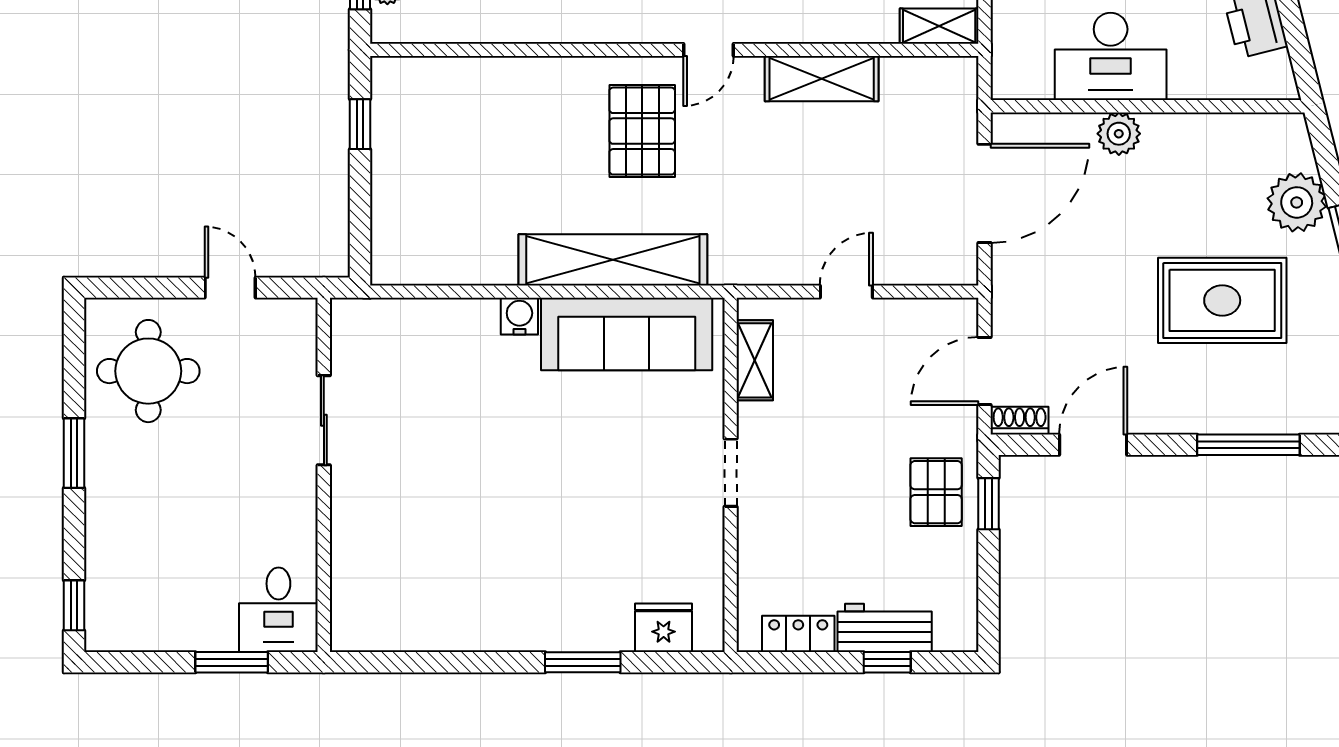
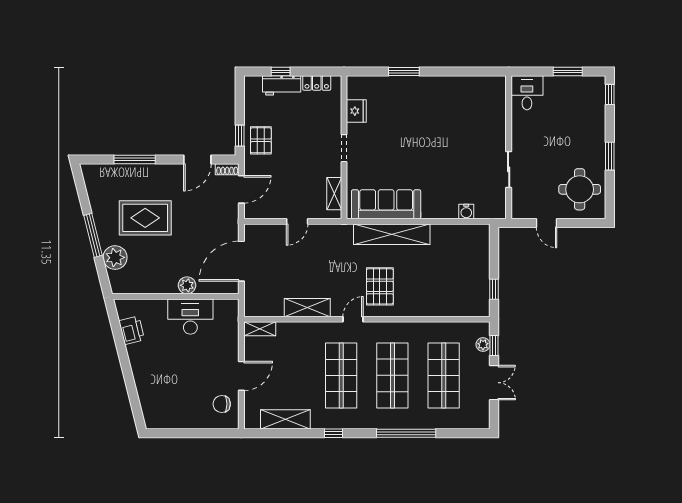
water cooler: (519, 316) -> (466, 212), moved
fridge: (664, 628) -> (356, 111), moved, turned -90
window: (232, 662) -> (568, 71), moved

